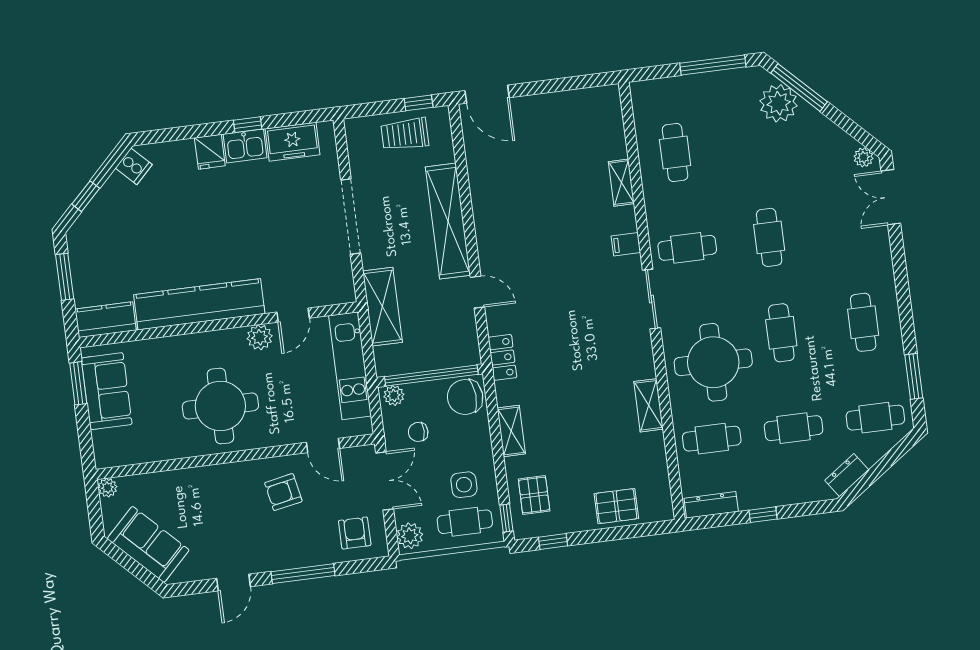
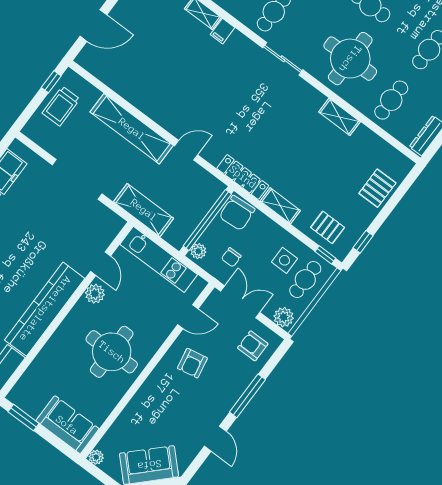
door: (487, 94) -> (93, 25), moved
filing cabinet: (626, 244) -> (223, 31), moved
locker: (502, 357) -> (243, 177), width x1.53
sofa: (107, 391) -> (67, 425), moved

